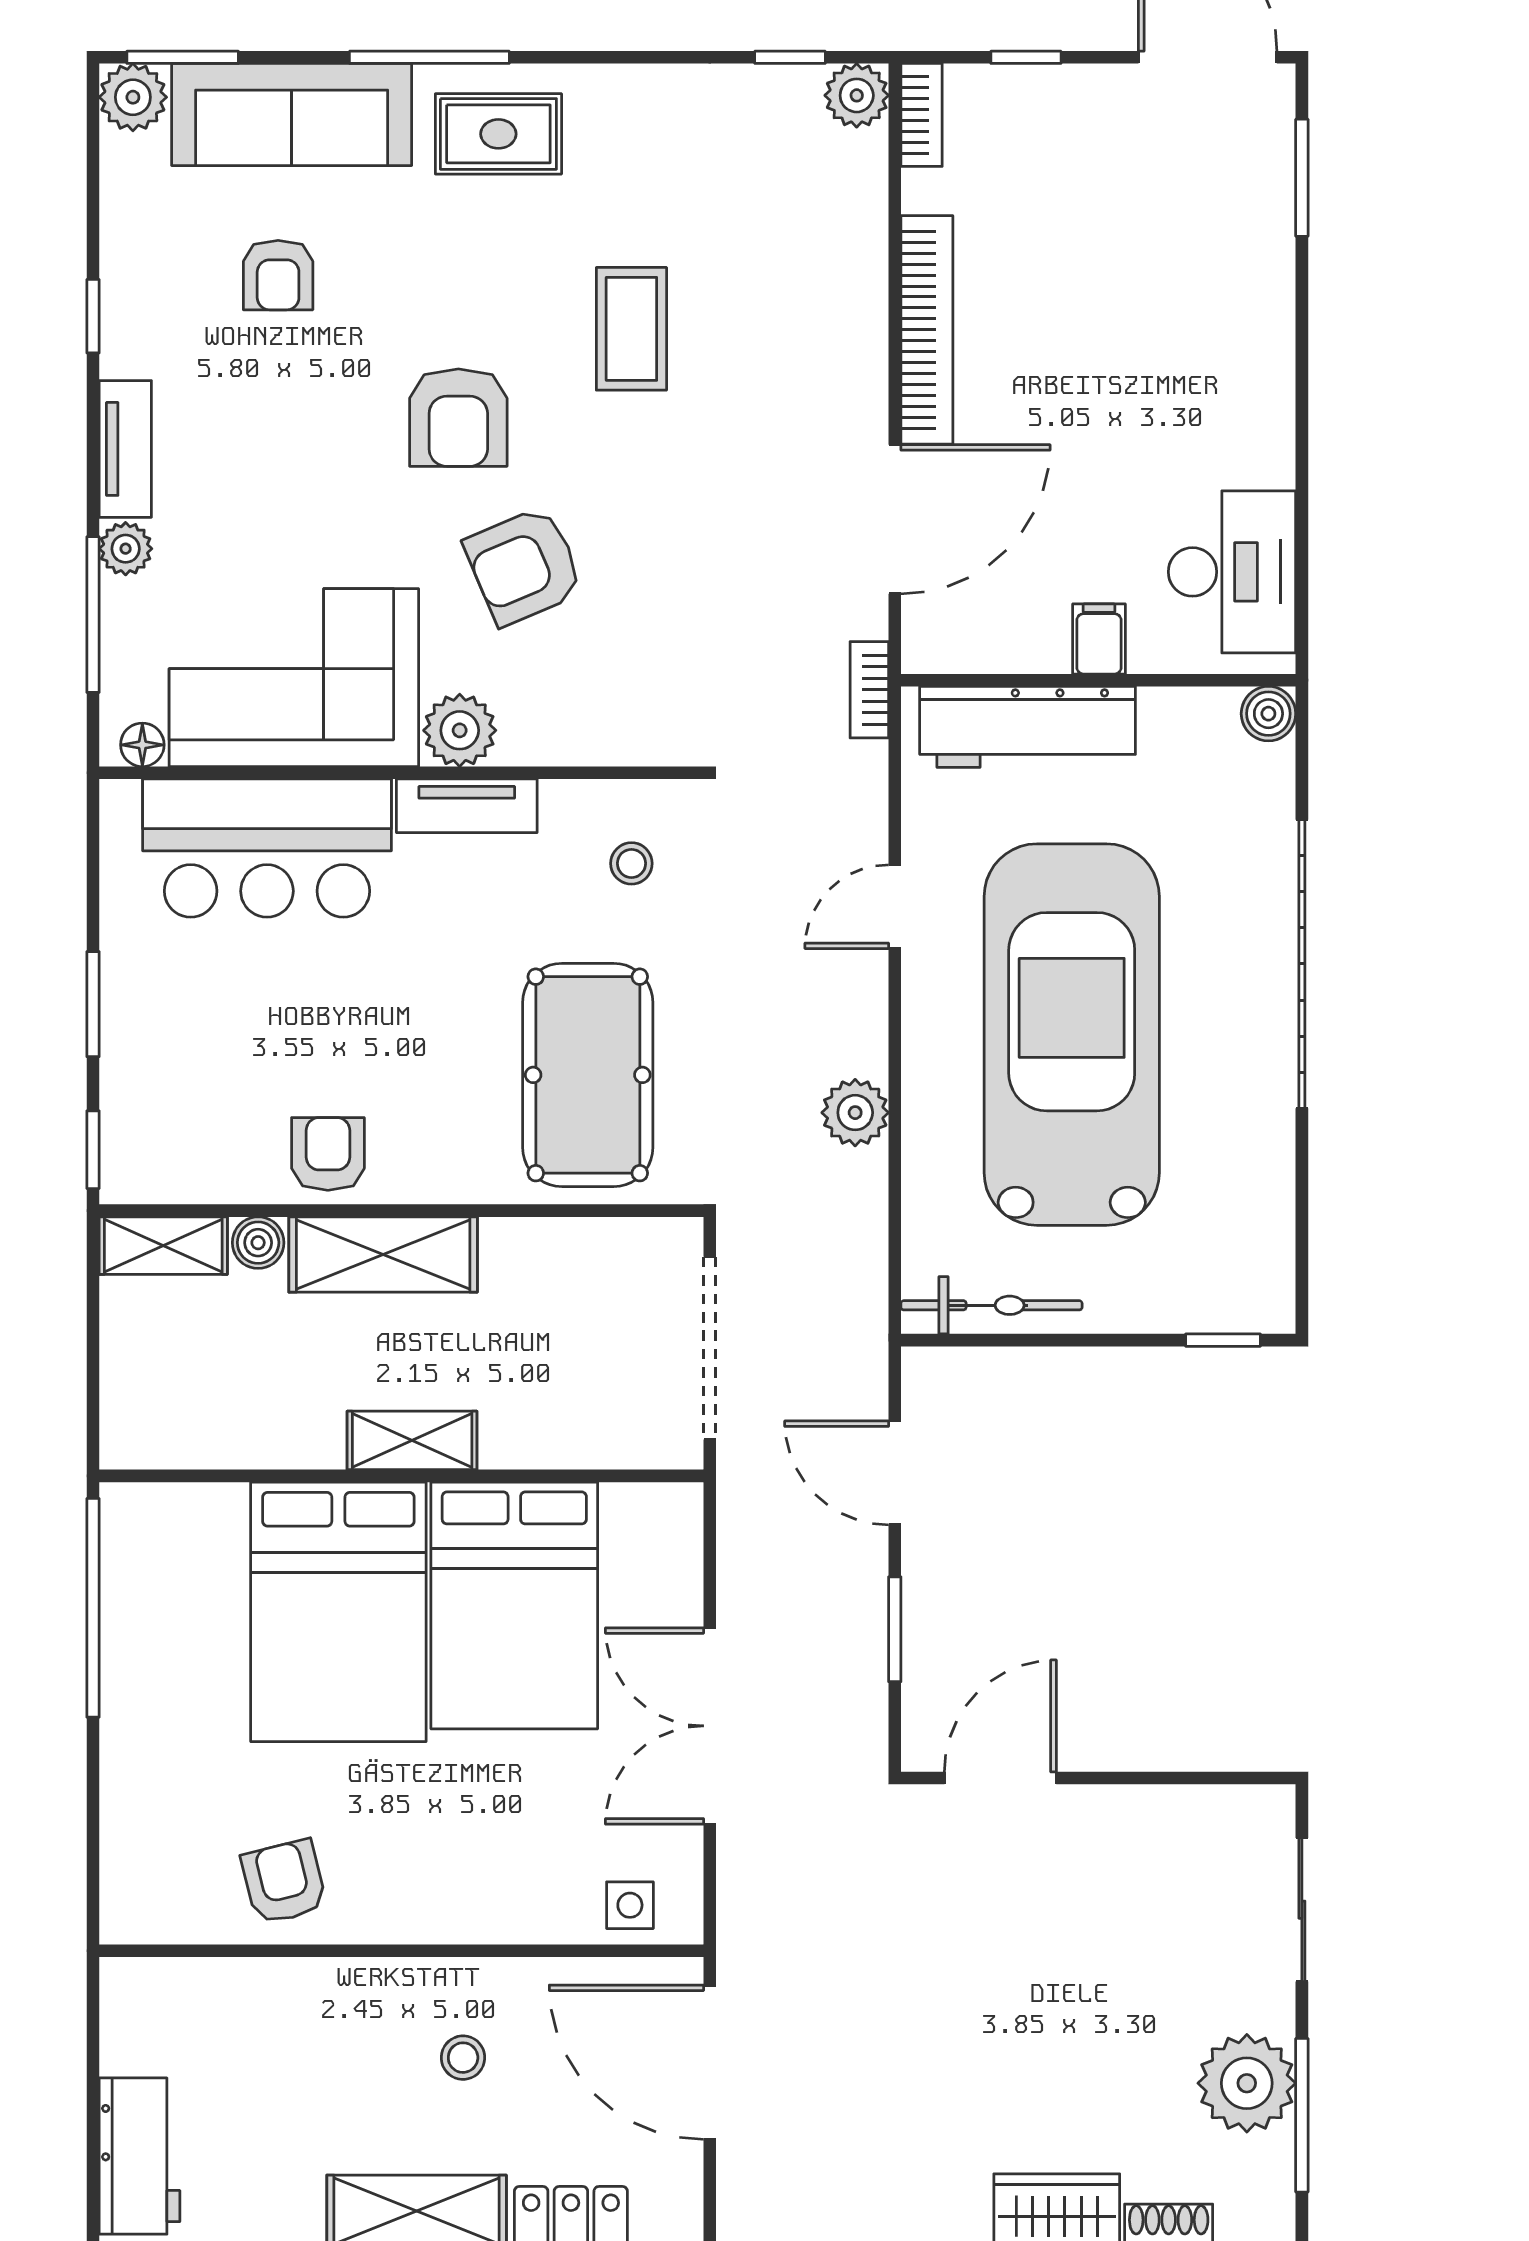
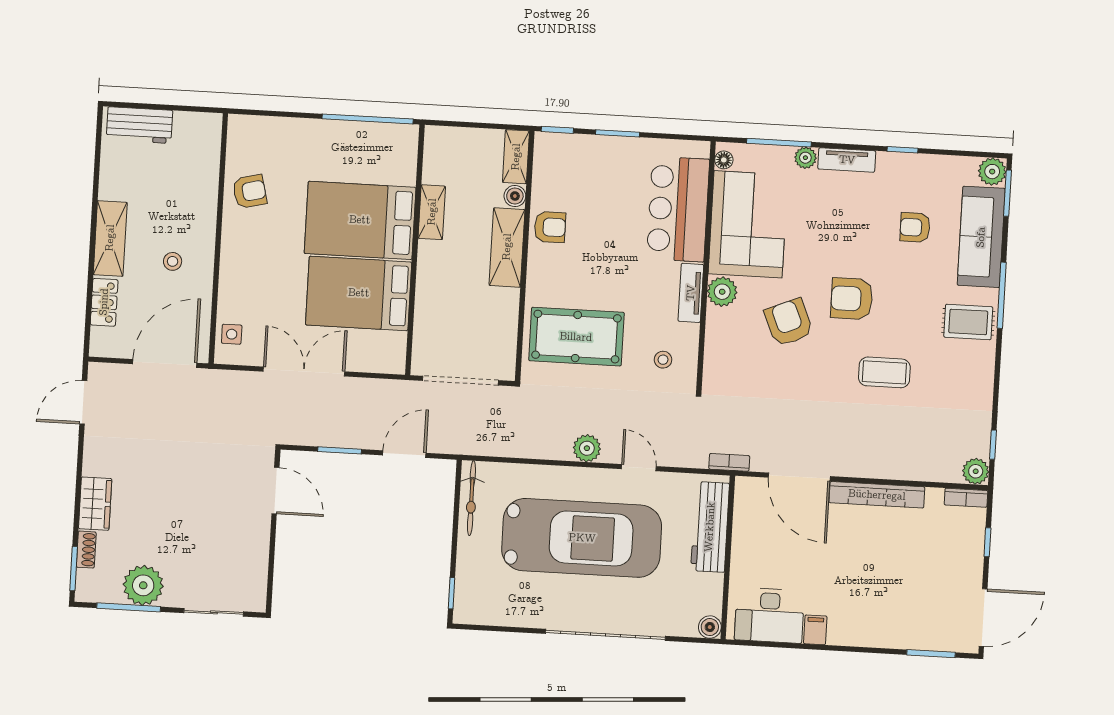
rug: (498, 134) -> (968, 322), turned 90
filing cabinet: (1099, 639) -> (815, 630), moved, turned -90
plant: (855, 1113) -> (587, 448), moved
shelving: (412, 1440) -> (432, 212), moved

